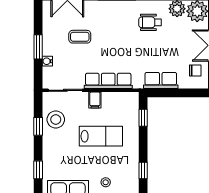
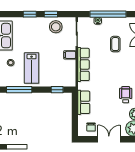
window: (38, 47) -> (108, 14), width x2.11
lab bench: (101, 136) -> (32, 68), moved
window: (38, 170) -> (30, 14), moved
window: (143, 171) -> (19, 90), width x2.17

